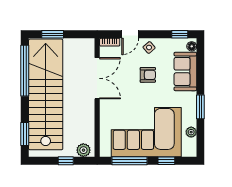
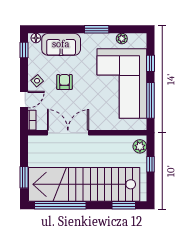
door: (130, 34) -> (24, 100), hinge flipped

